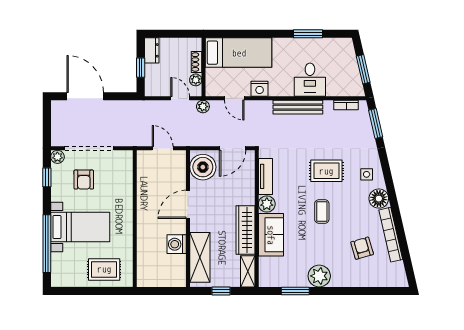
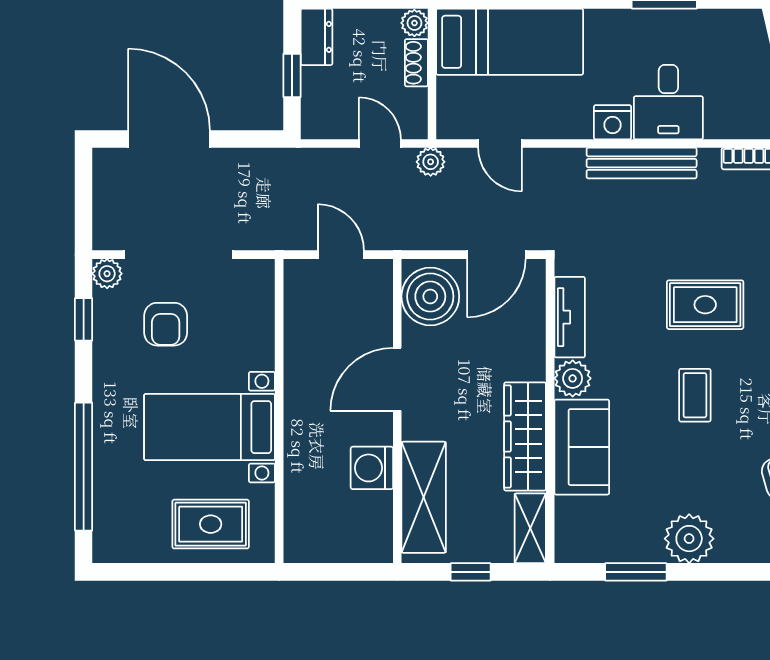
plant: (196, 80) -> (414, 23), moved
nightstand: (260, 89) -> (613, 122), moved
bed with nightstands: (80, 227) -> (210, 427), moved, turned 180

